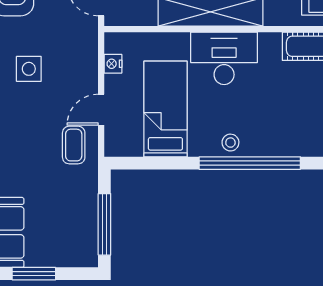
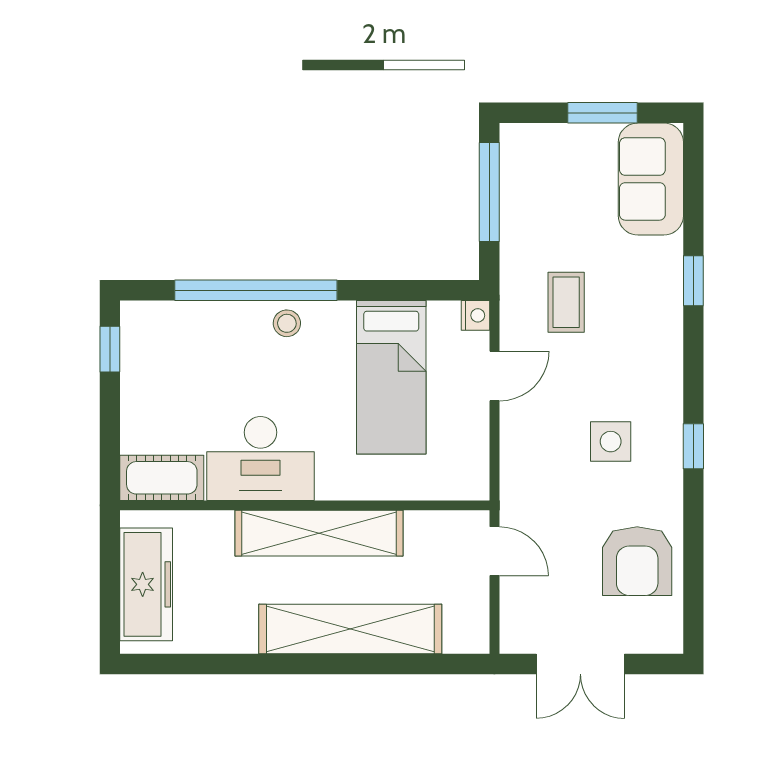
desk: (224, 58) -> (260, 458), moved
nightstand: (113, 64) -> (475, 315), moved
coffee table: (74, 145) -> (566, 302), moved

